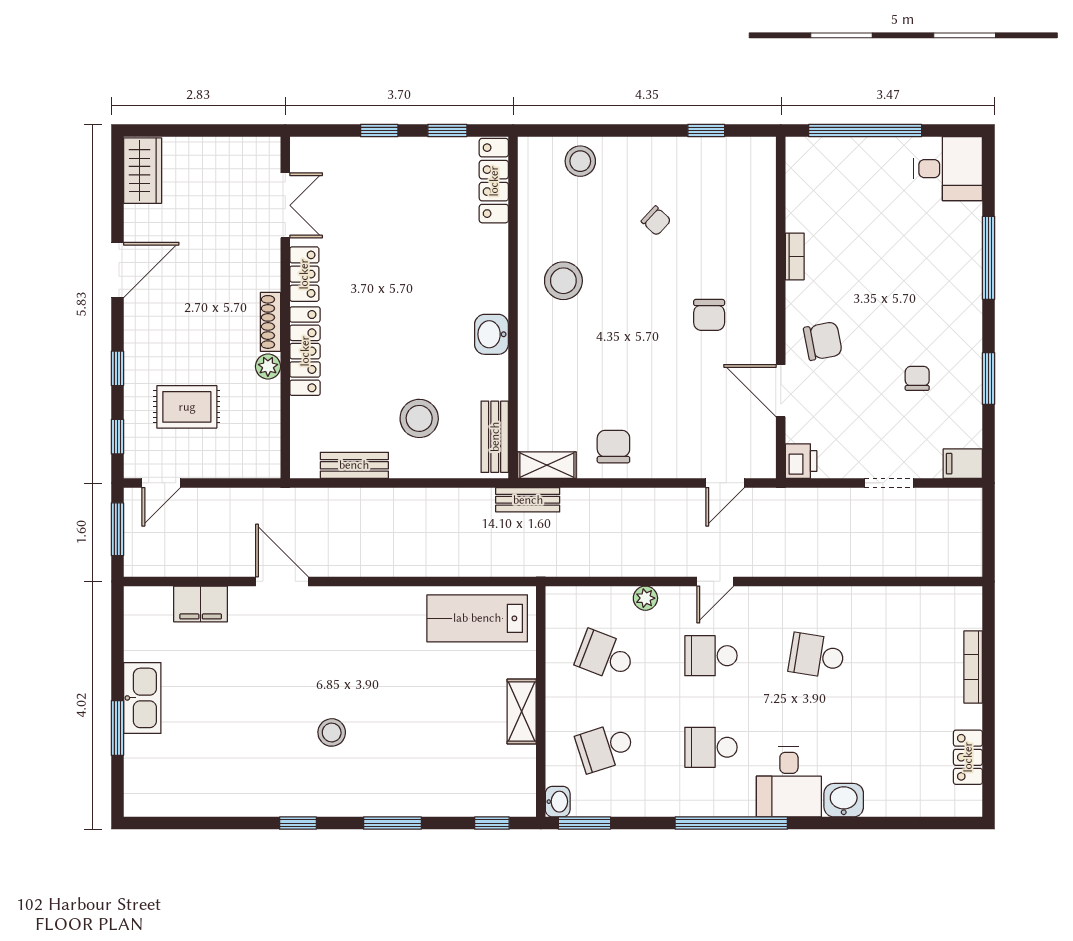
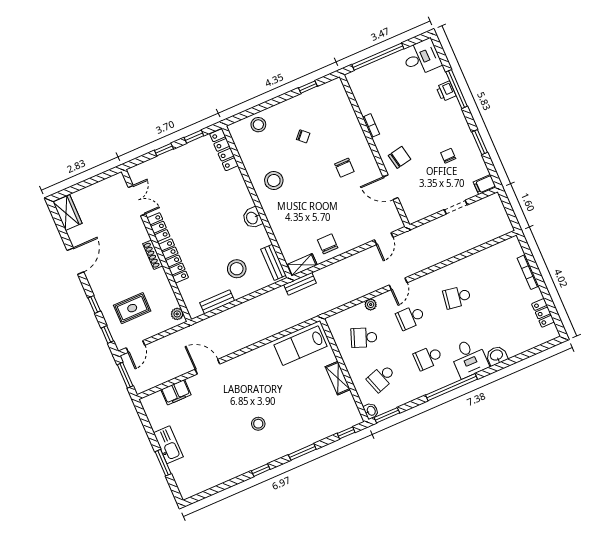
plant: (268, 366) -> (177, 314), moved
printer: (801, 461) -> (446, 91), moved, turned 180

